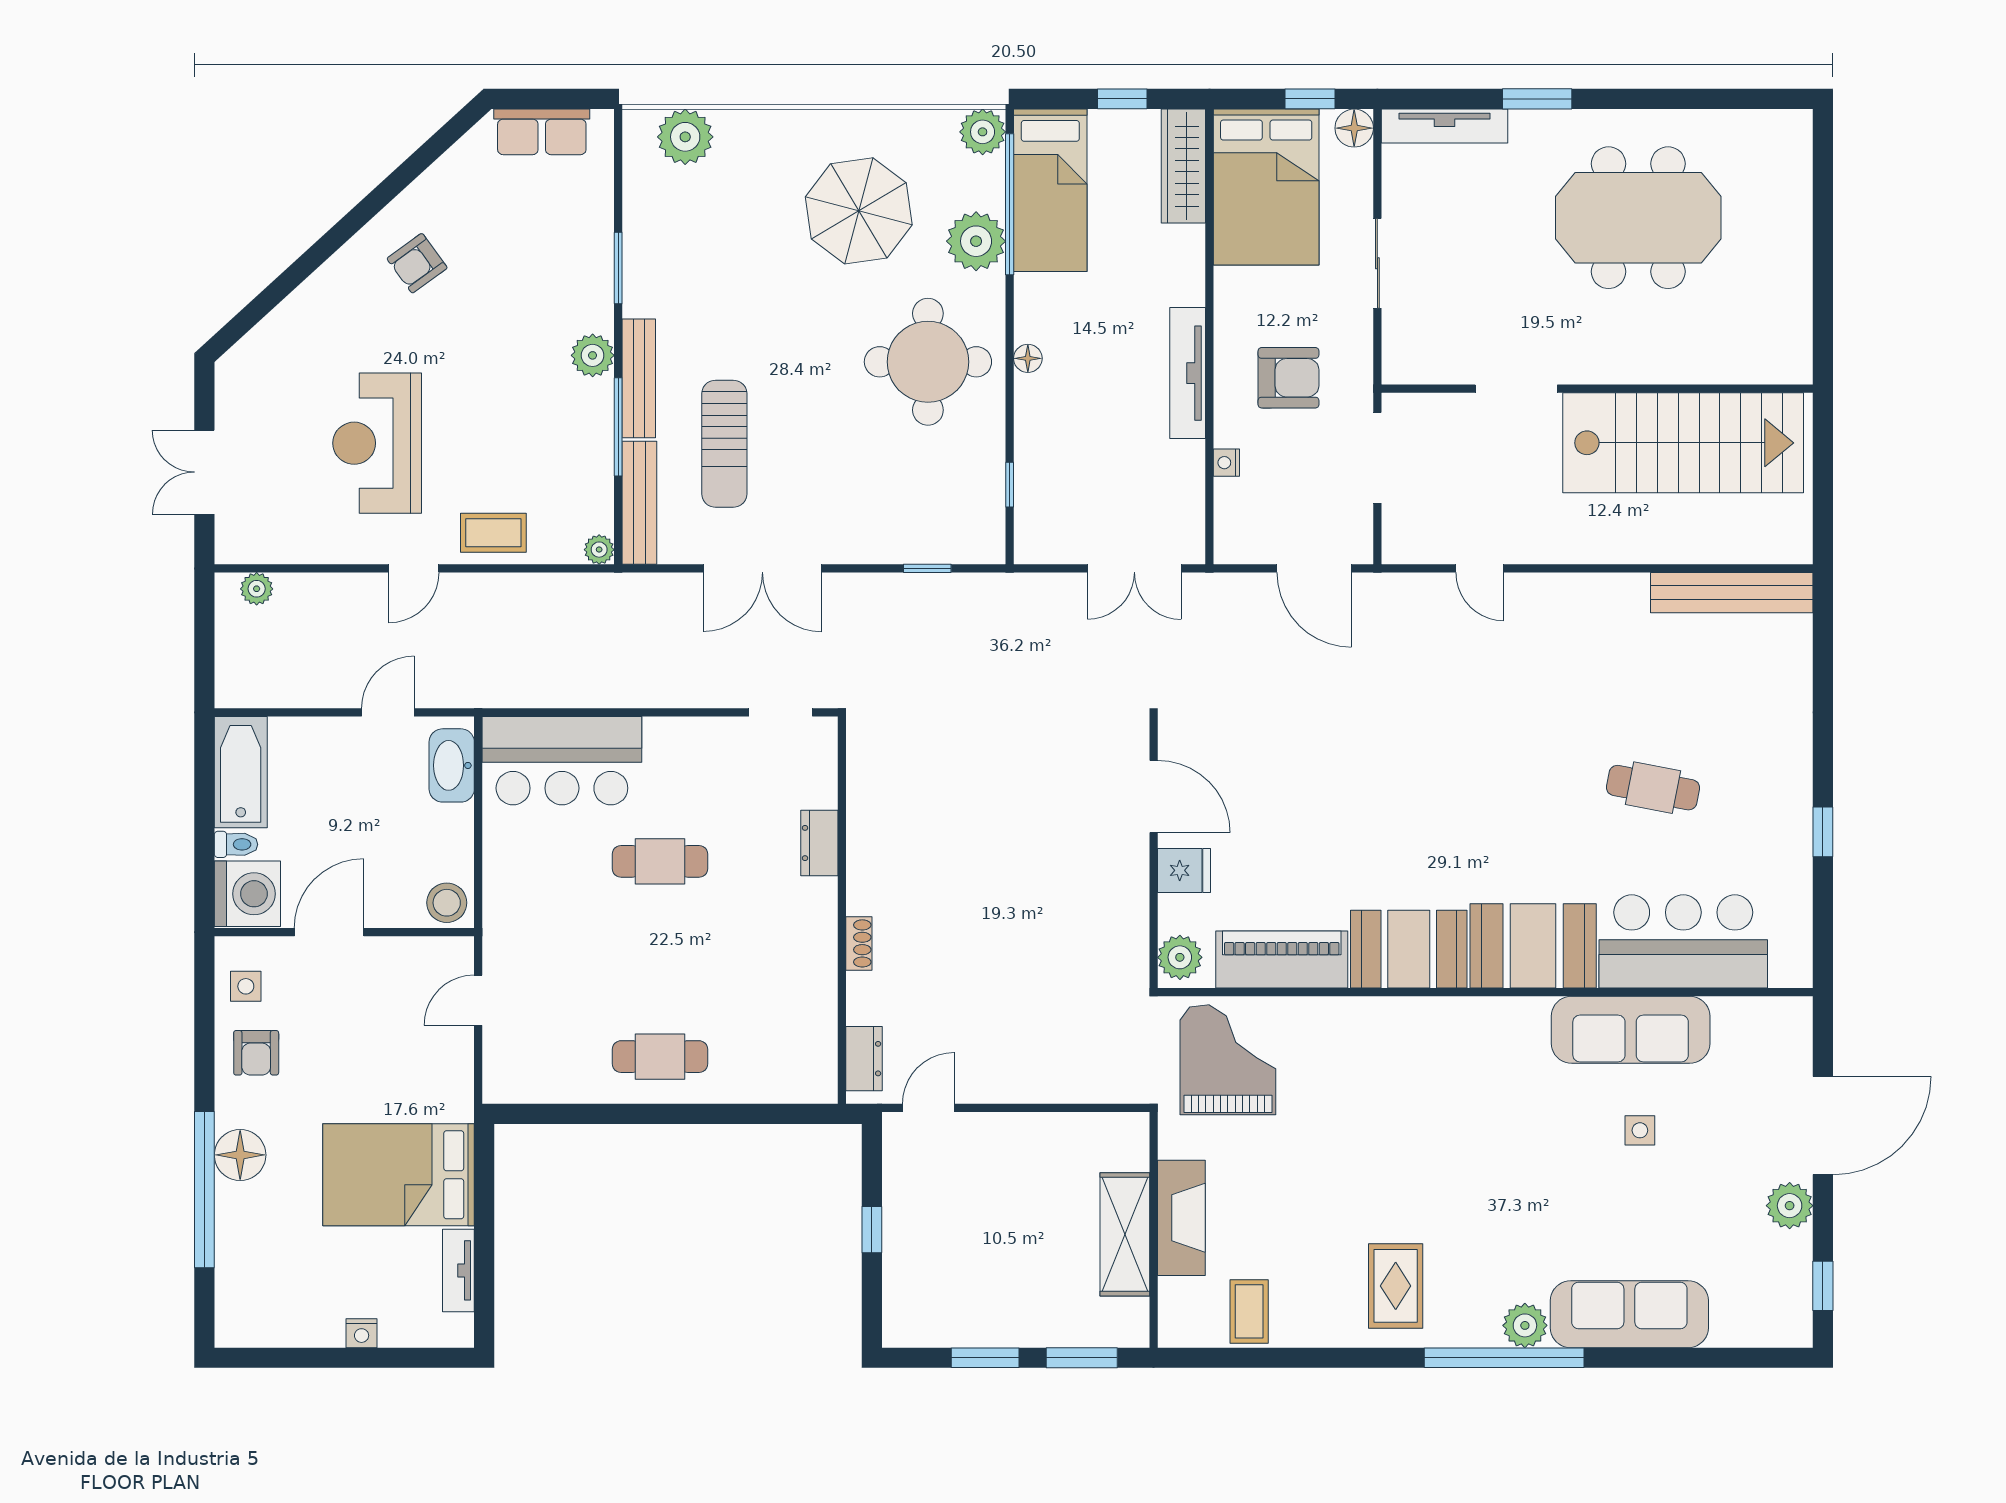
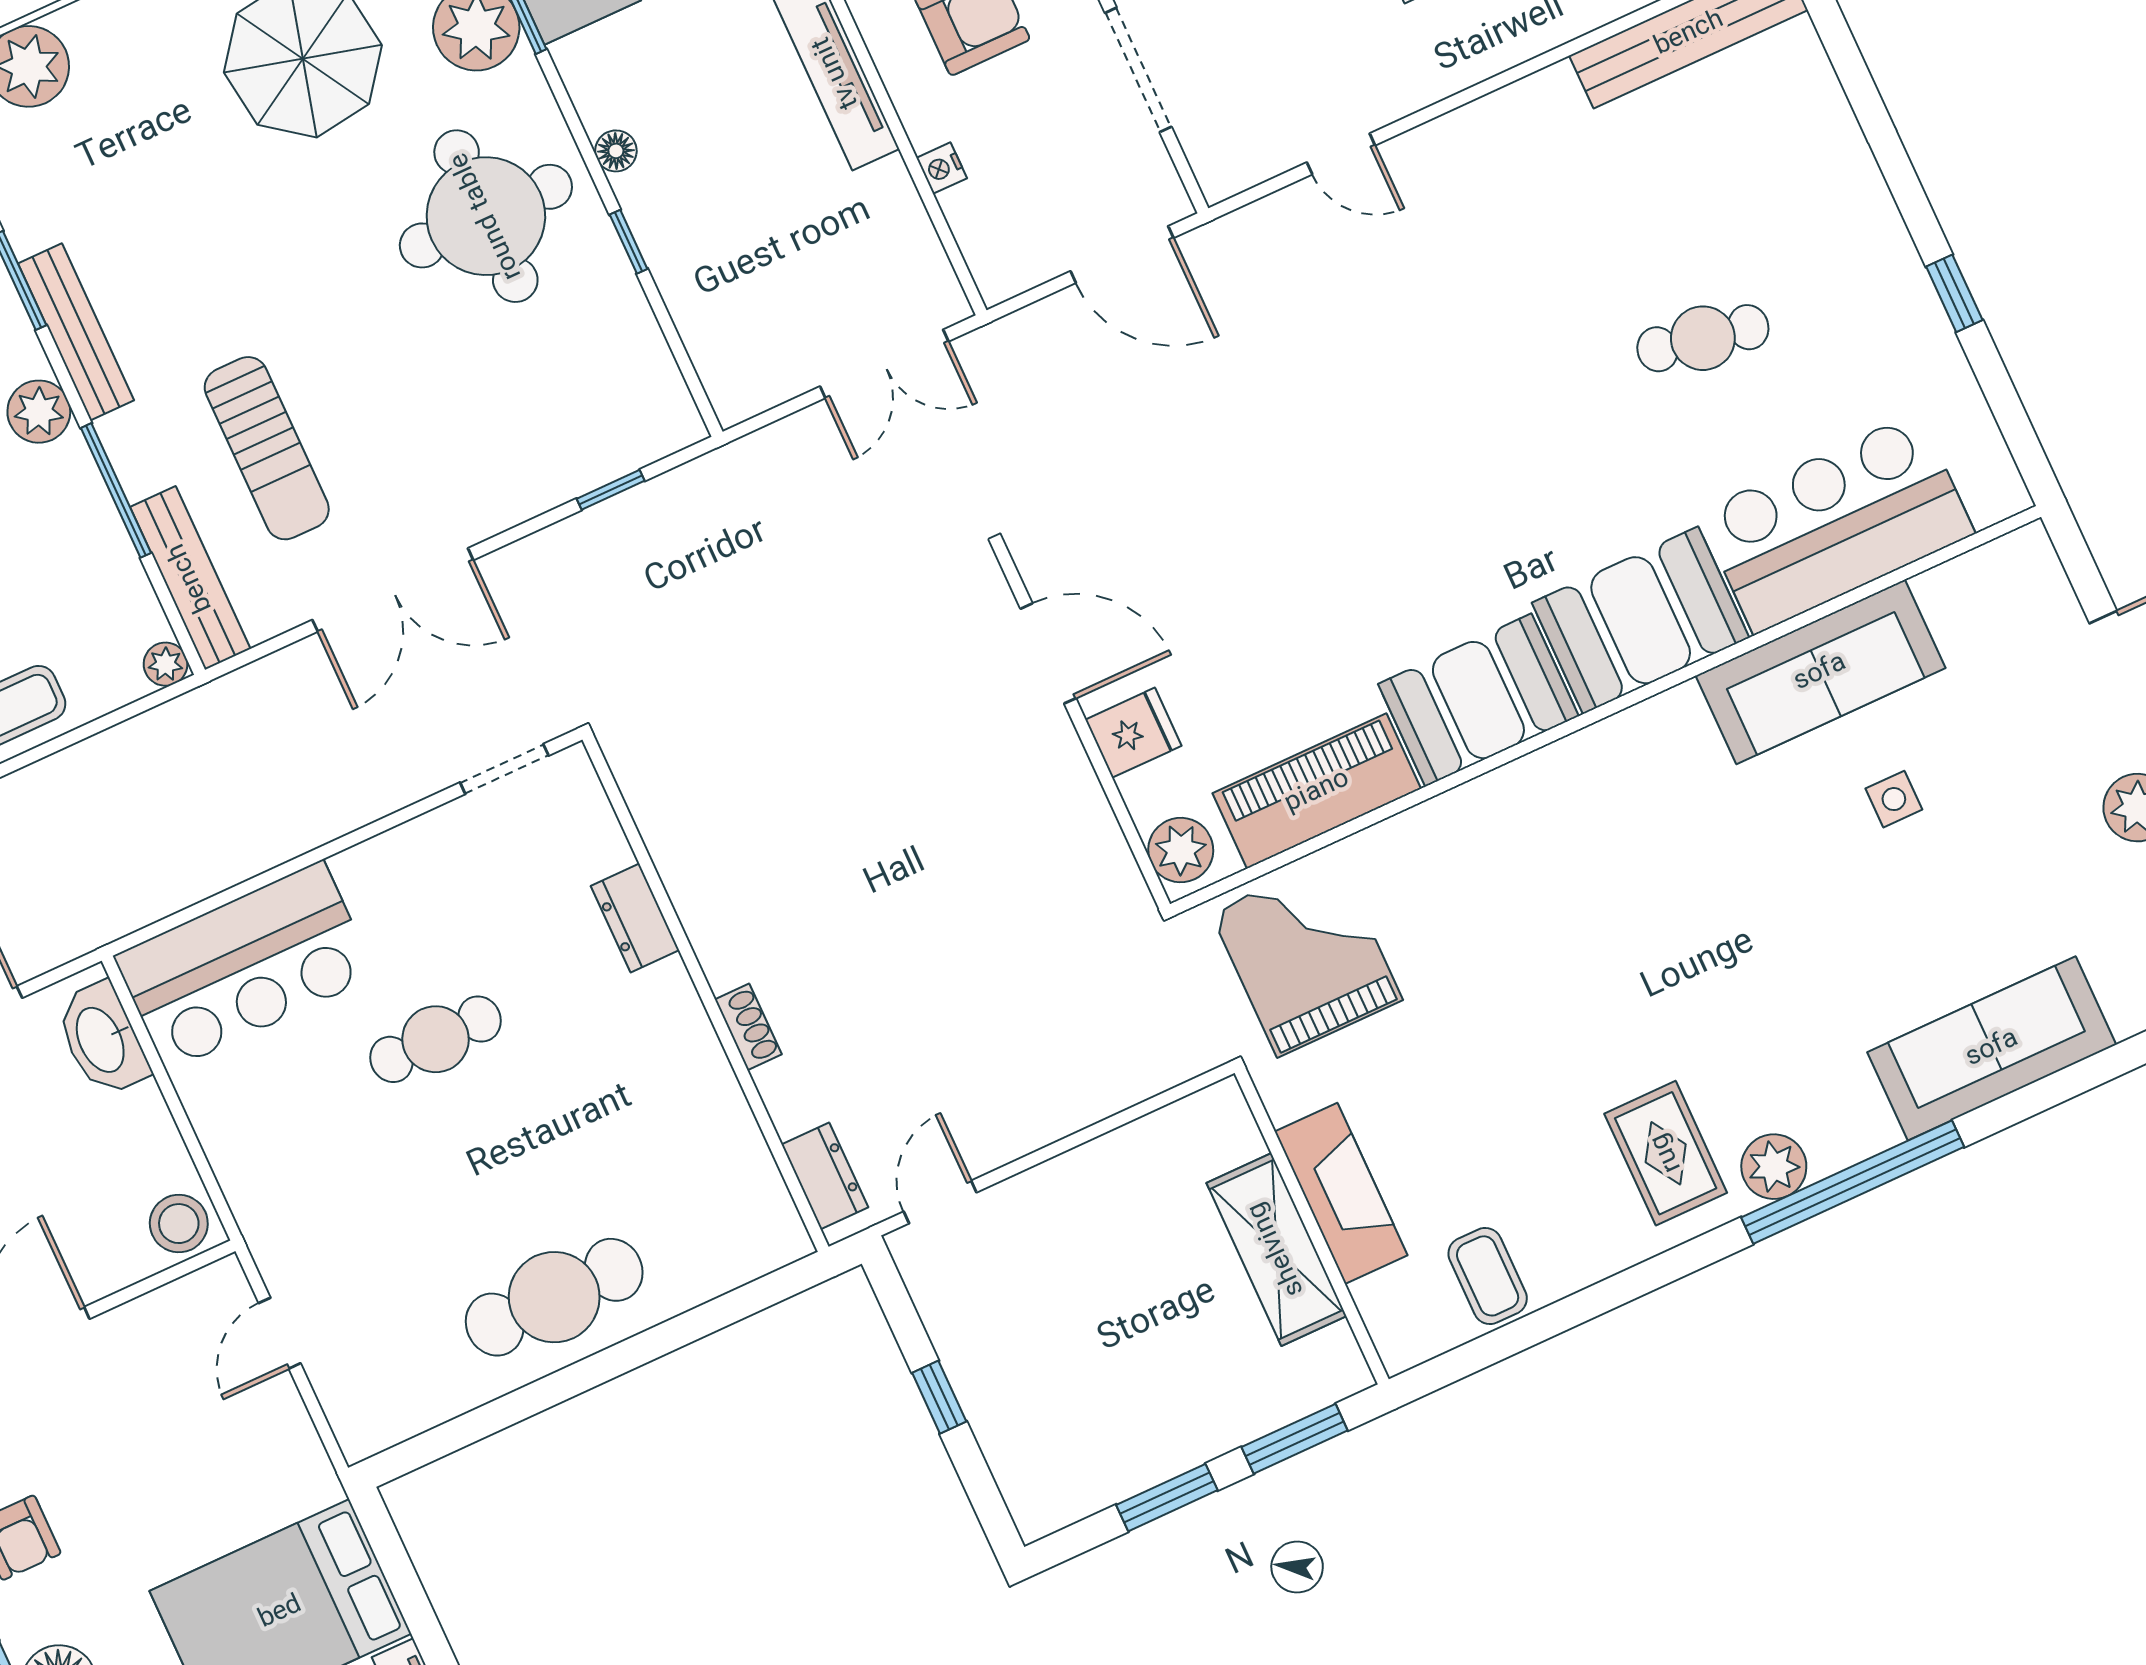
bench: (639, 378) -> (76, 332), moved
window: (1010, 485) -> (629, 242), moved
cafe table: (660, 1057) -> (554, 1297), width x1.37, depth x1.35
plant: (1525, 1325) -> (1774, 1167), moved

